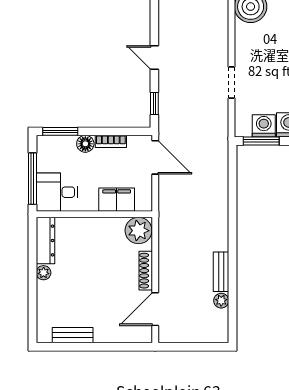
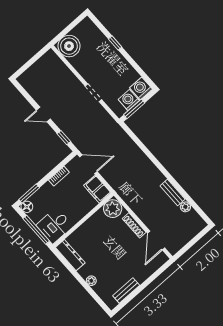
floor lamp: (85, 144) -> (27, 207), moved
filing cabinet: (117, 200) -> (97, 189), moved, turned -90
plant: (44, 273) -> (91, 281), moved

